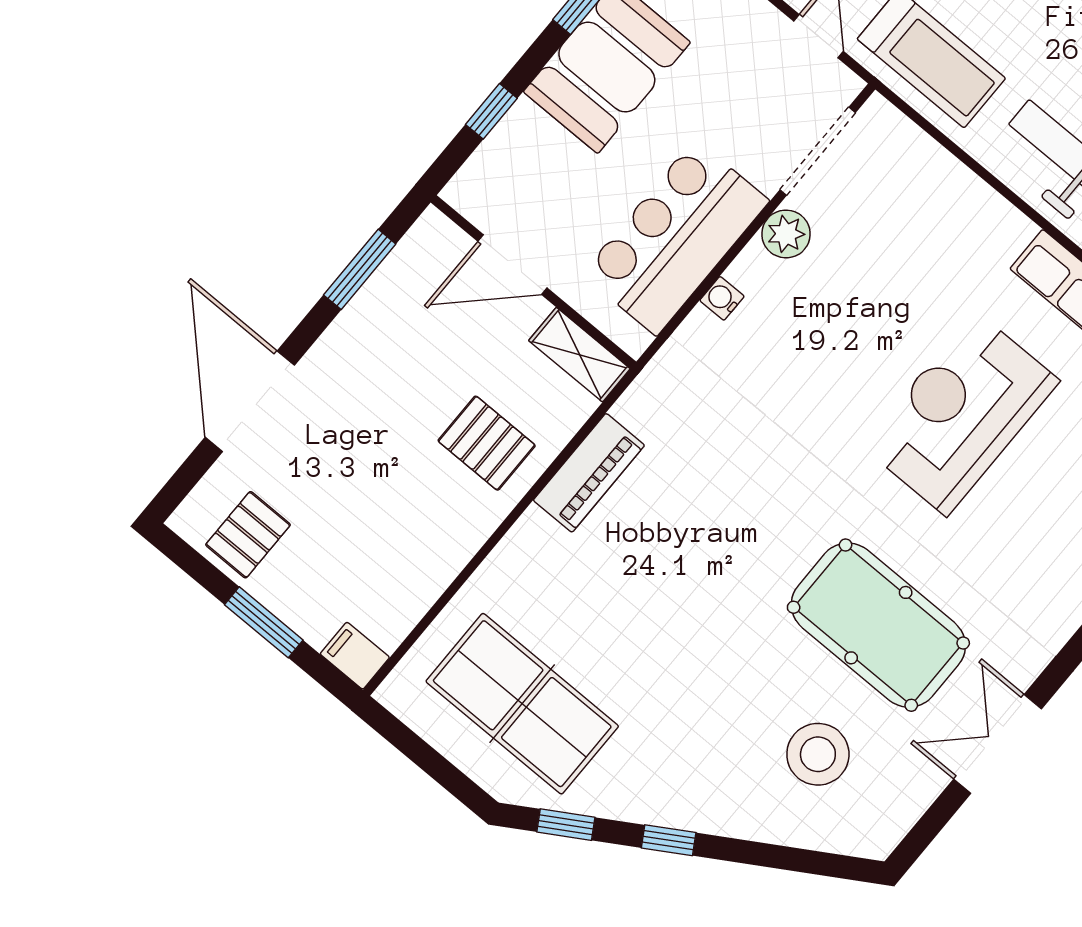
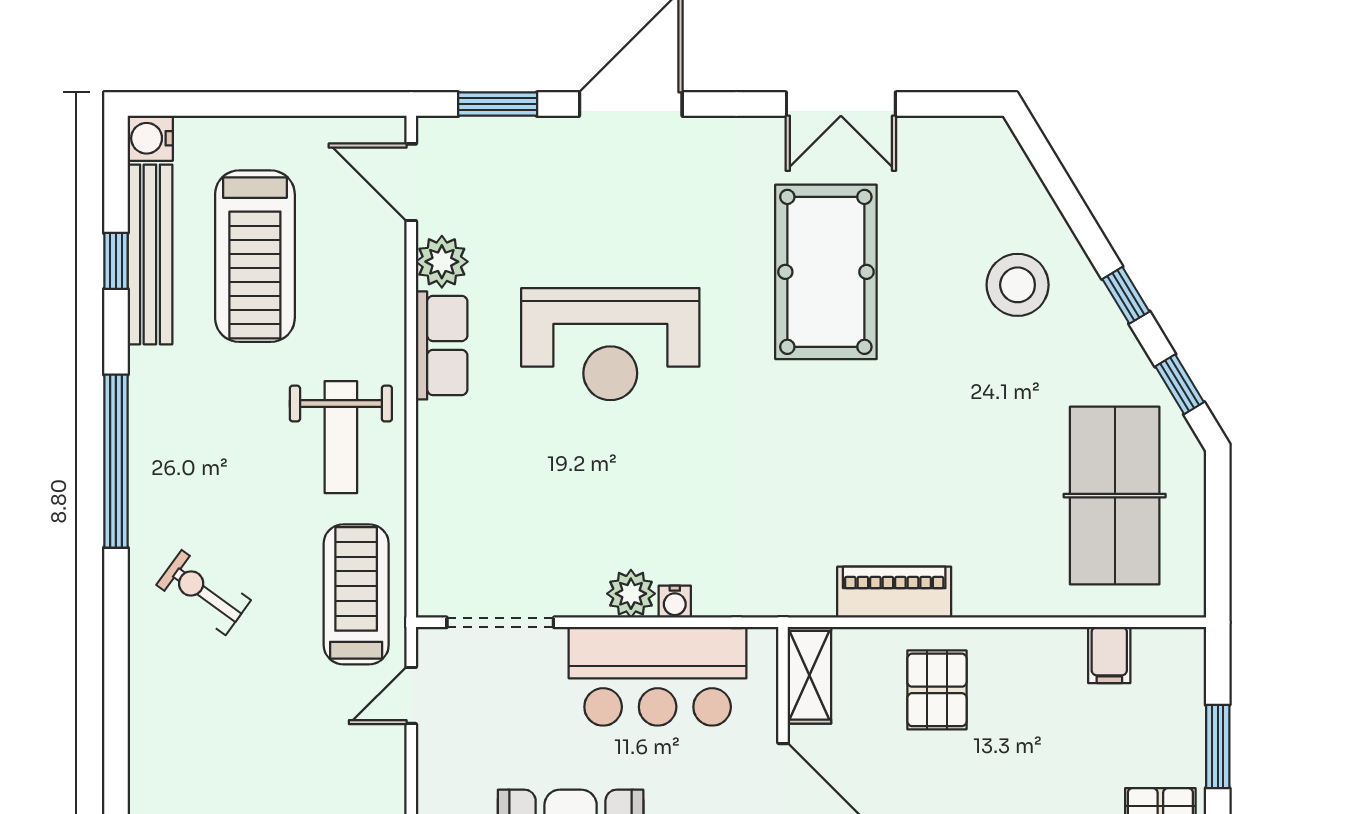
plant: (786, 234) -> (631, 594), moved
filing cabinet: (355, 656) -> (1109, 655), moved
stool: (818, 754) -> (1018, 285), moved

